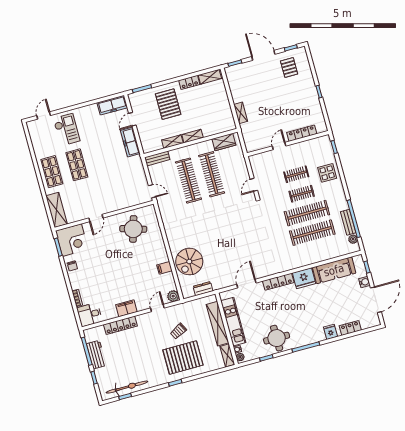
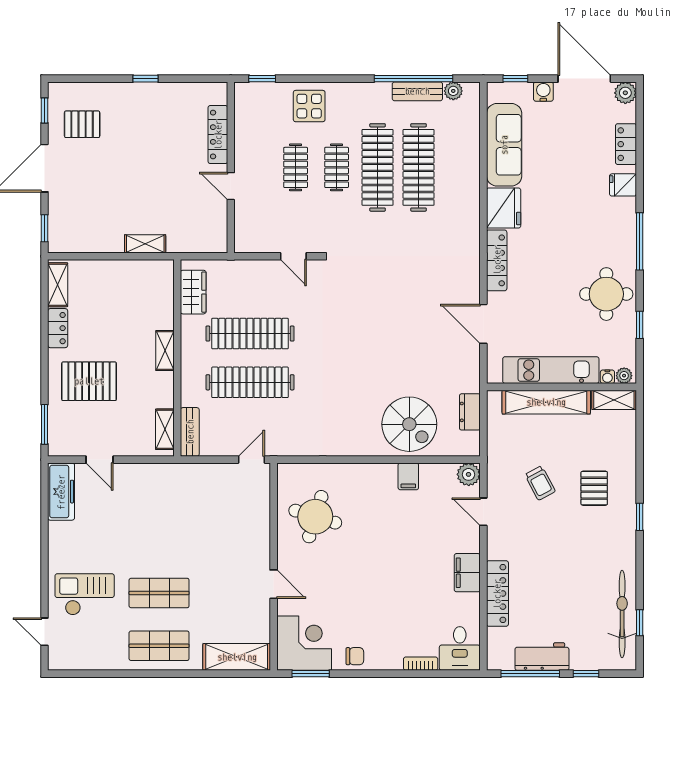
freezer: (130, 142) -> (143, 476), removed
shelving: (172, 142) -> (165, 429), moved
plant: (374, 321) -> (625, 93), added
pallet: (183, 358) -> (594, 488), width x0.49, depth x0.50

